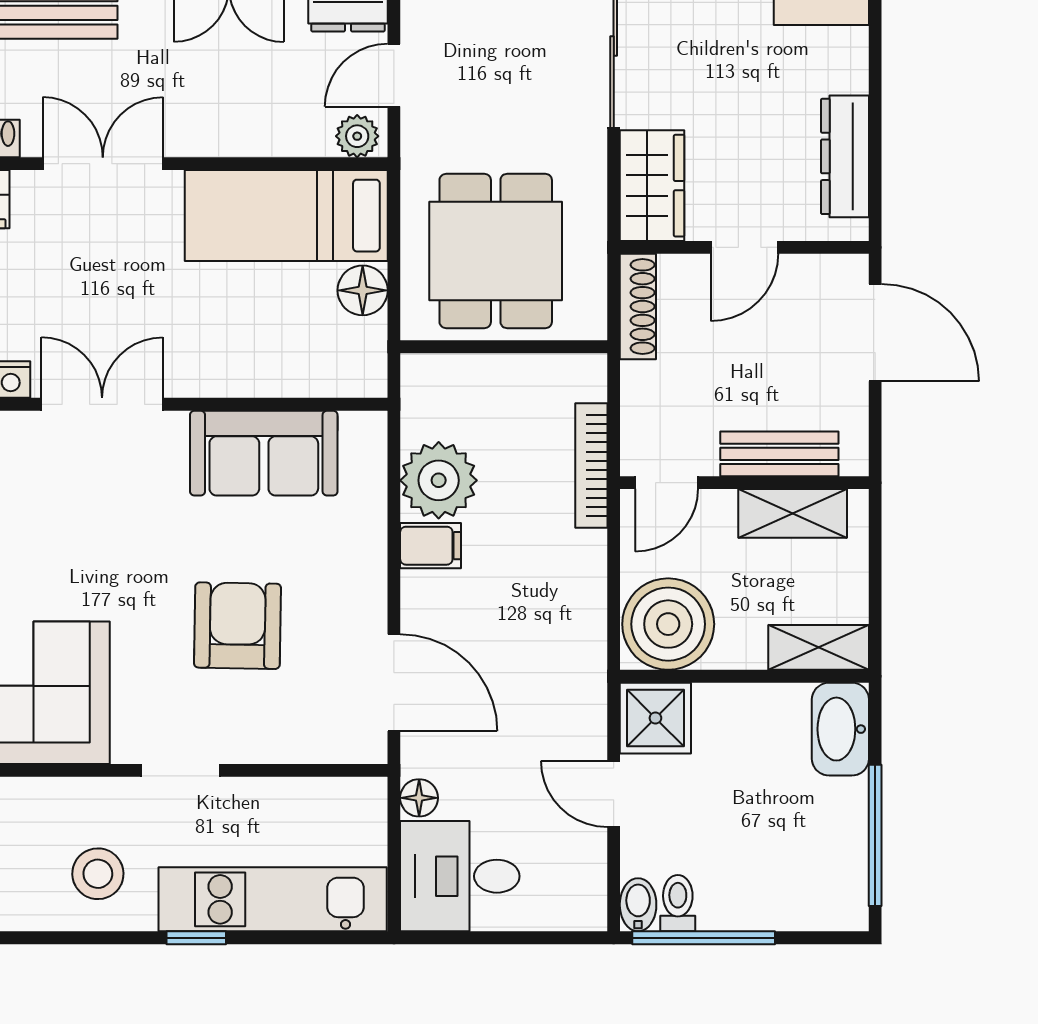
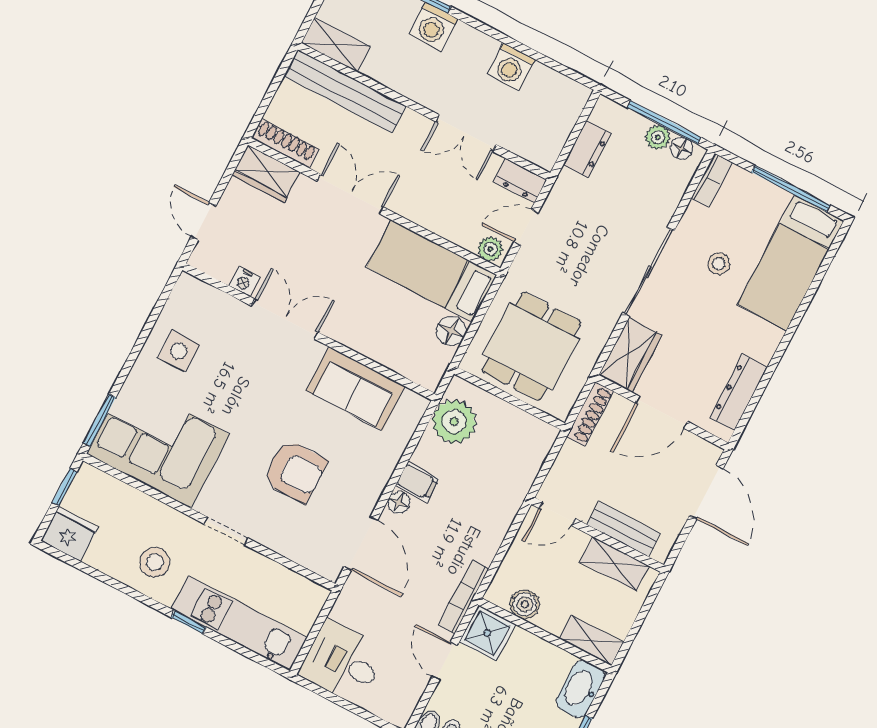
door: (744, 247) -> (662, 412), width x1.38
bookcase: (591, 465) -> (464, 597), moved
plant: (439, 480) -> (454, 422), moved
boiler: (668, 624) -> (525, 604), width x0.54, depth x0.54
armchair: (237, 626) -> (295, 471), turned 89
floor lamp: (419, 798) -> (399, 503), moved

